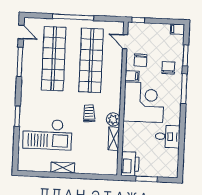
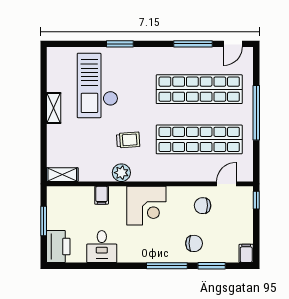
filing cabinet: (132, 76) -> (102, 195), moved
corner desk: (144, 102) -> (146, 206), width x0.74, depth x0.74
shelving: (114, 139) -> (62, 175), moved
printer: (130, 164) -> (58, 247), moved, turned -90

